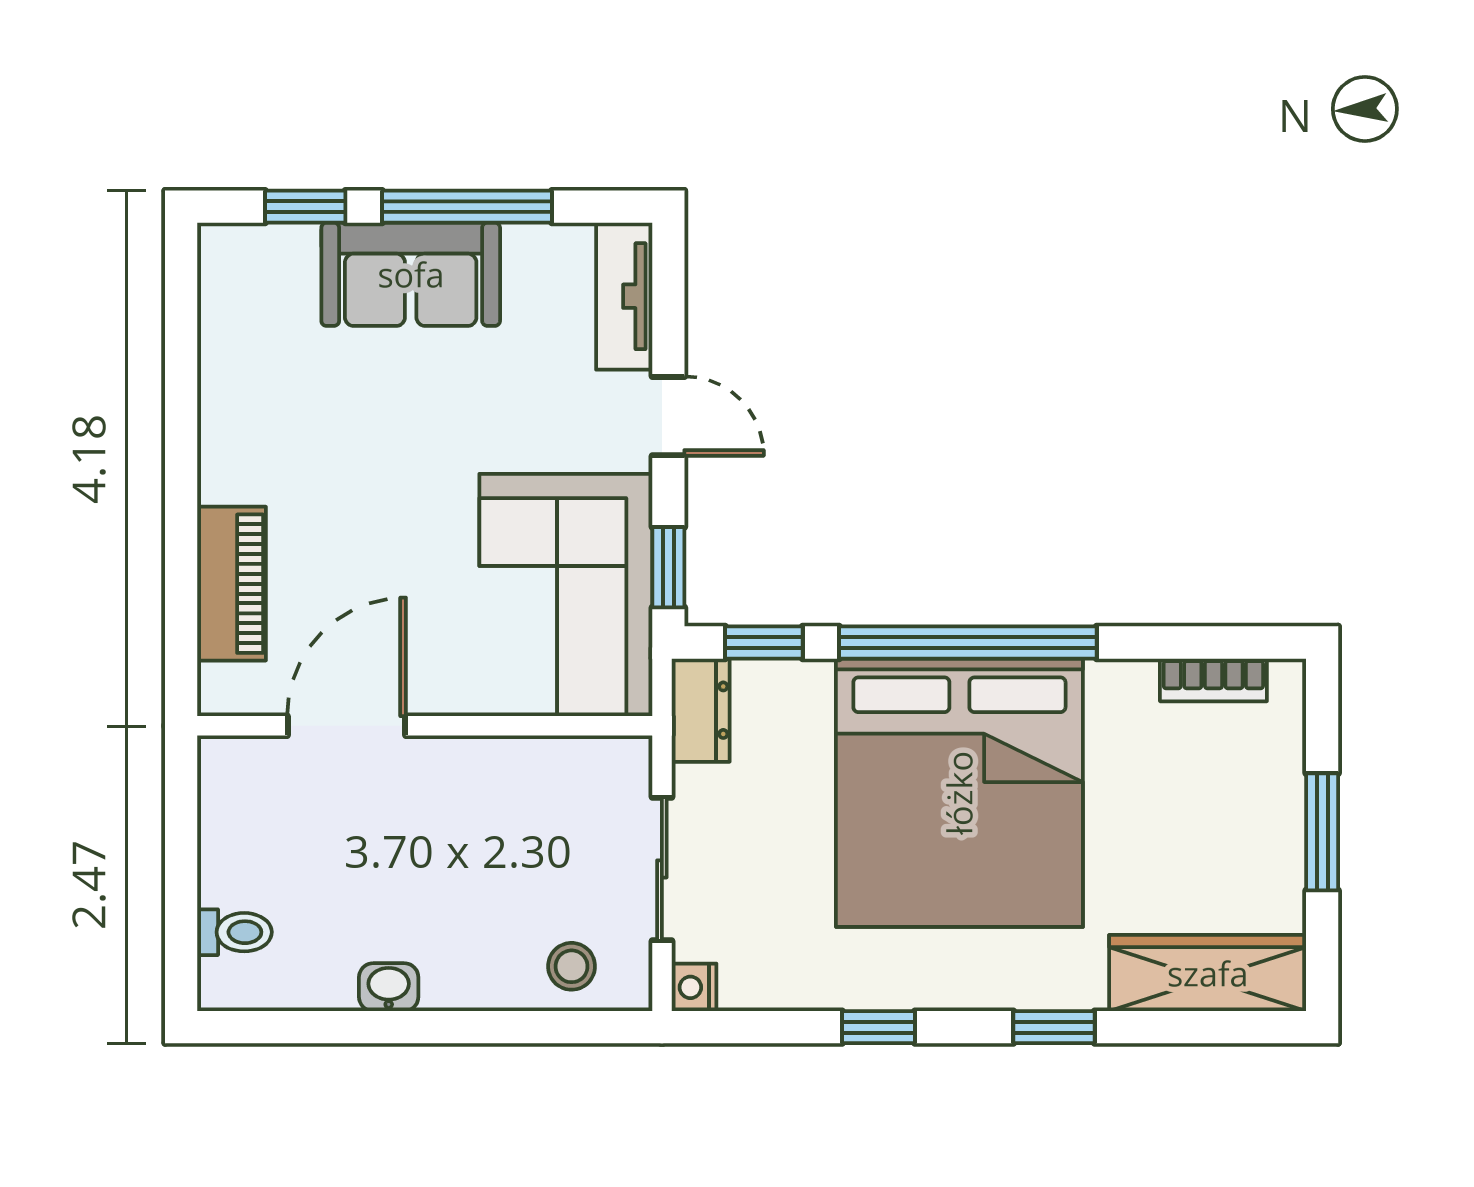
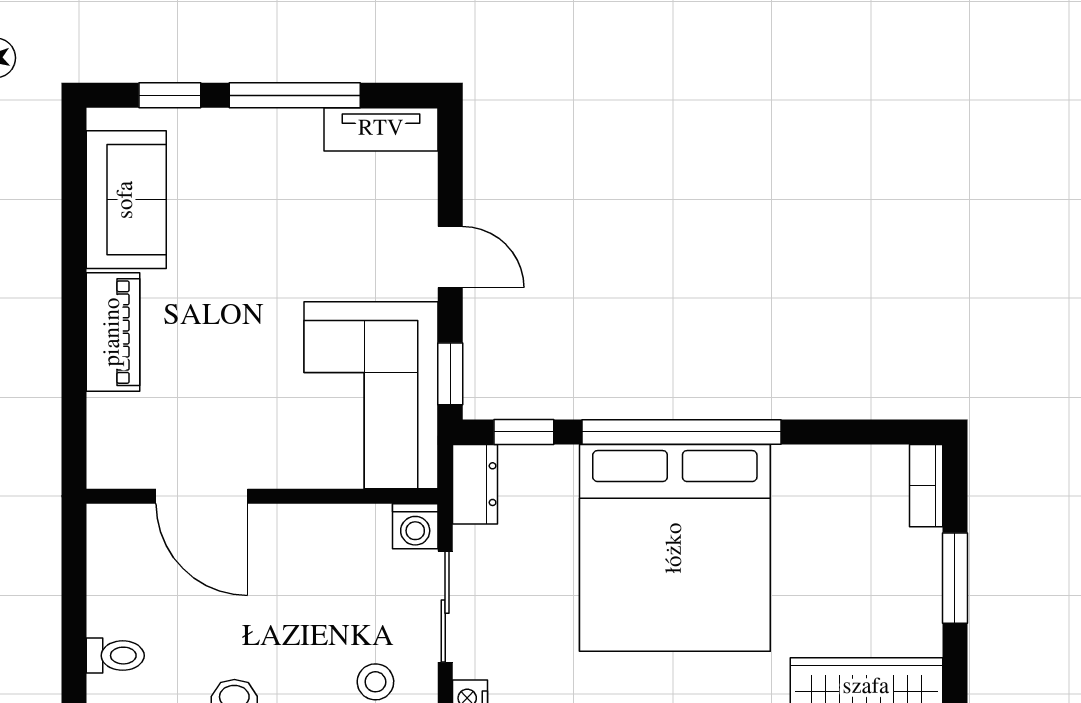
sofa: (411, 274) -> (126, 200), moved, turned -90
tv unit: (624, 296) -> (381, 129), moved, turned -90
piano: (232, 584) -> (113, 332), moved
bookcase: (1213, 680) -> (926, 486), moved, turned 90
door: (347, 726) -> (202, 496), swing flipped
washing machine: (623, 765) -> (415, 526), added

